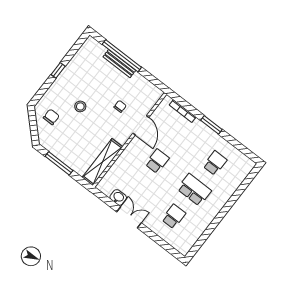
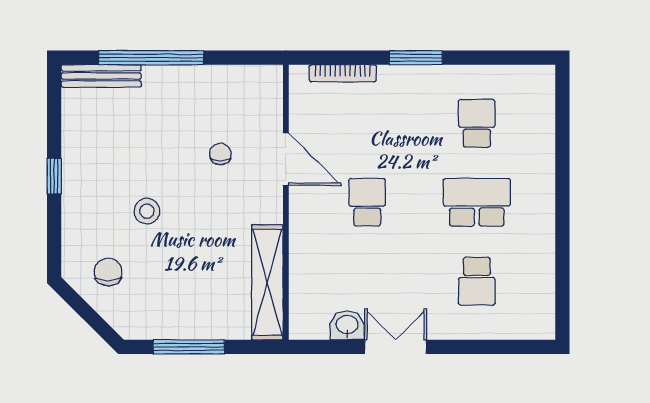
bench: (119, 64) -> (101, 76), moved
school desk: (174, 216) -> (477, 281), turned 180

